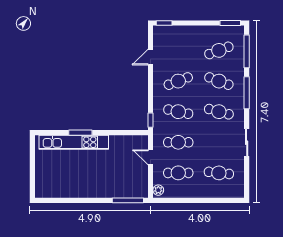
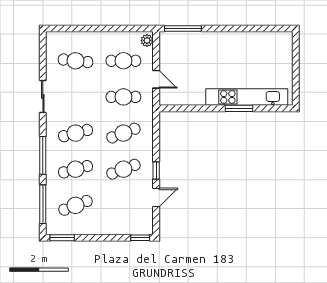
cafe table: (219, 81) -> (75, 169), turned -36
cafe table: (178, 112) -> (123, 133), turned -33
cafe table: (219, 112) -> (75, 133), turned -30
window: (151, 120) -> (156, 170), moved

